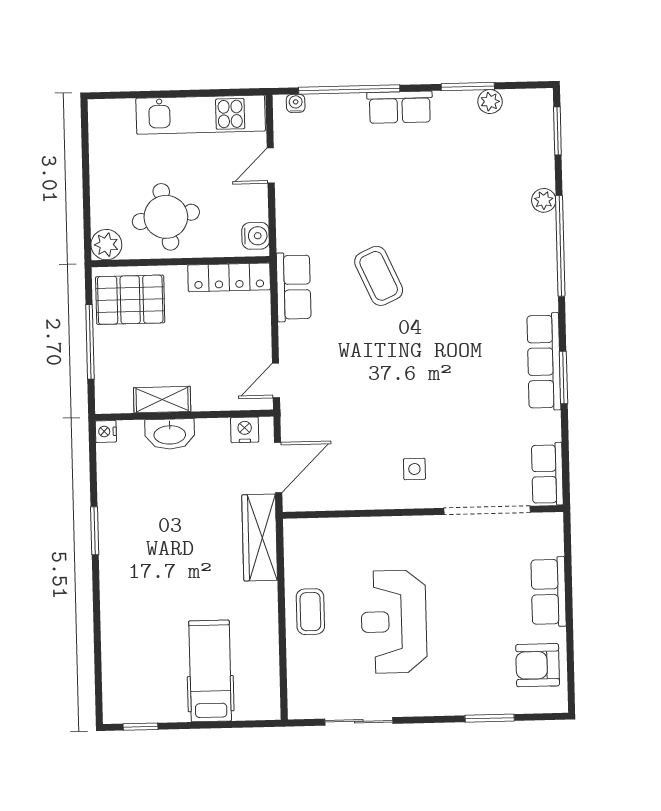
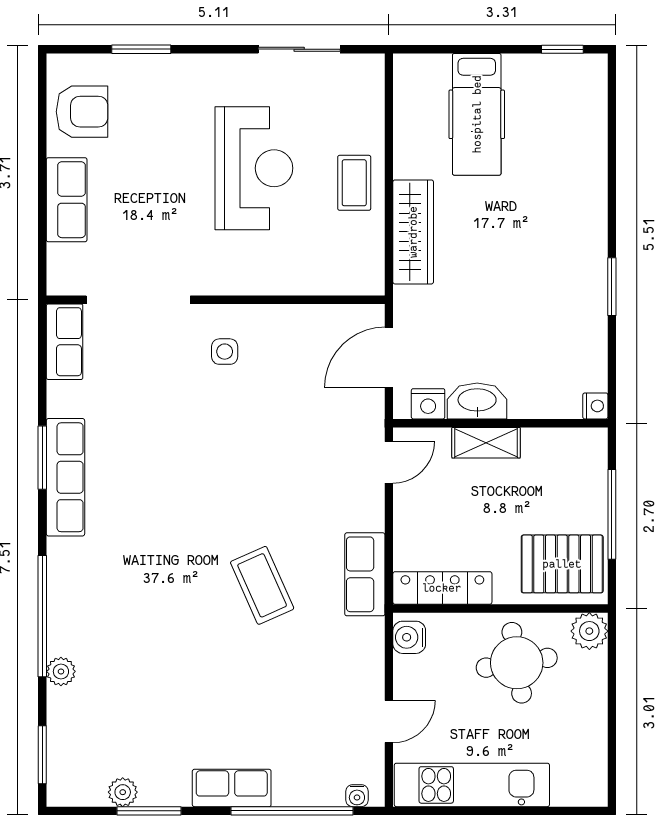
shelving: (162, 400) -> (486, 443), moved
washbasin: (170, 434) -> (477, 401), moved
wardrobe: (260, 537) -> (413, 232), moved

